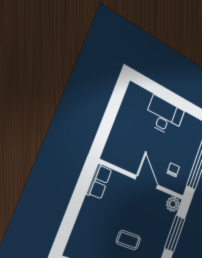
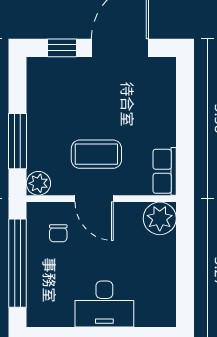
plant: (114, 153) -> (160, 218), added
coffee table: (128, 240) -> (96, 154), moved, width x1.36, depth x1.30

